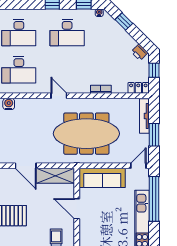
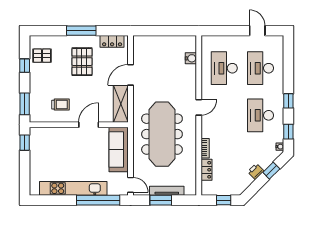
printer: (140, 52) -> (256, 171), moved
locker: (138, 88) -> (207, 170), moved
tv unit: (144, 116) -> (167, 191), moved

